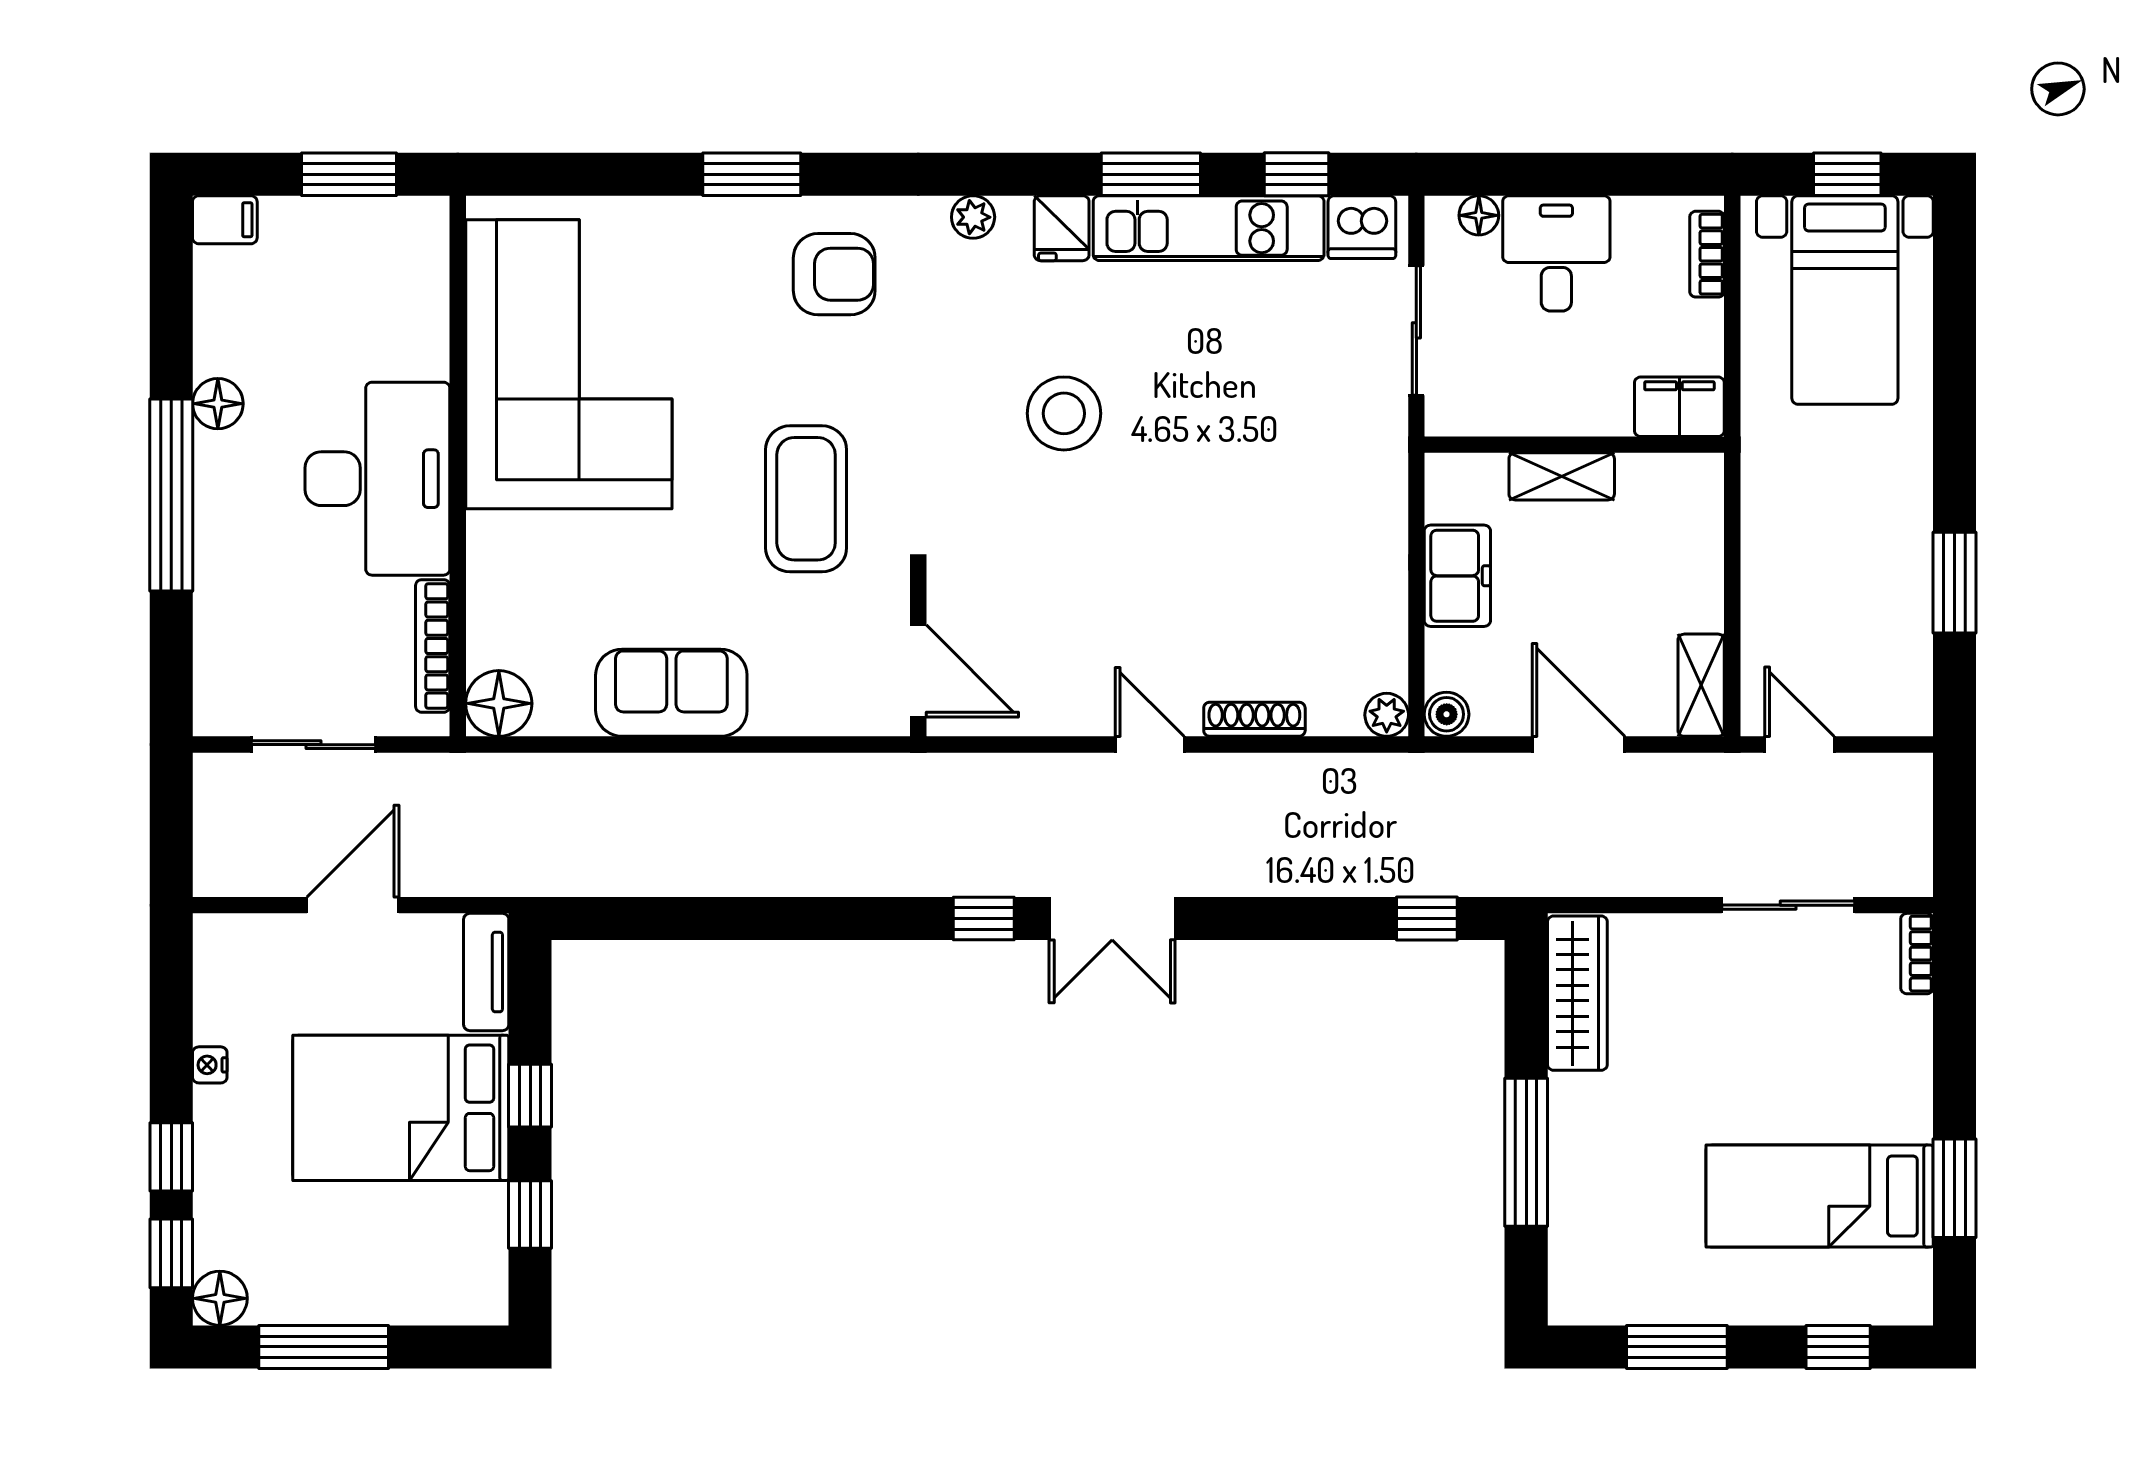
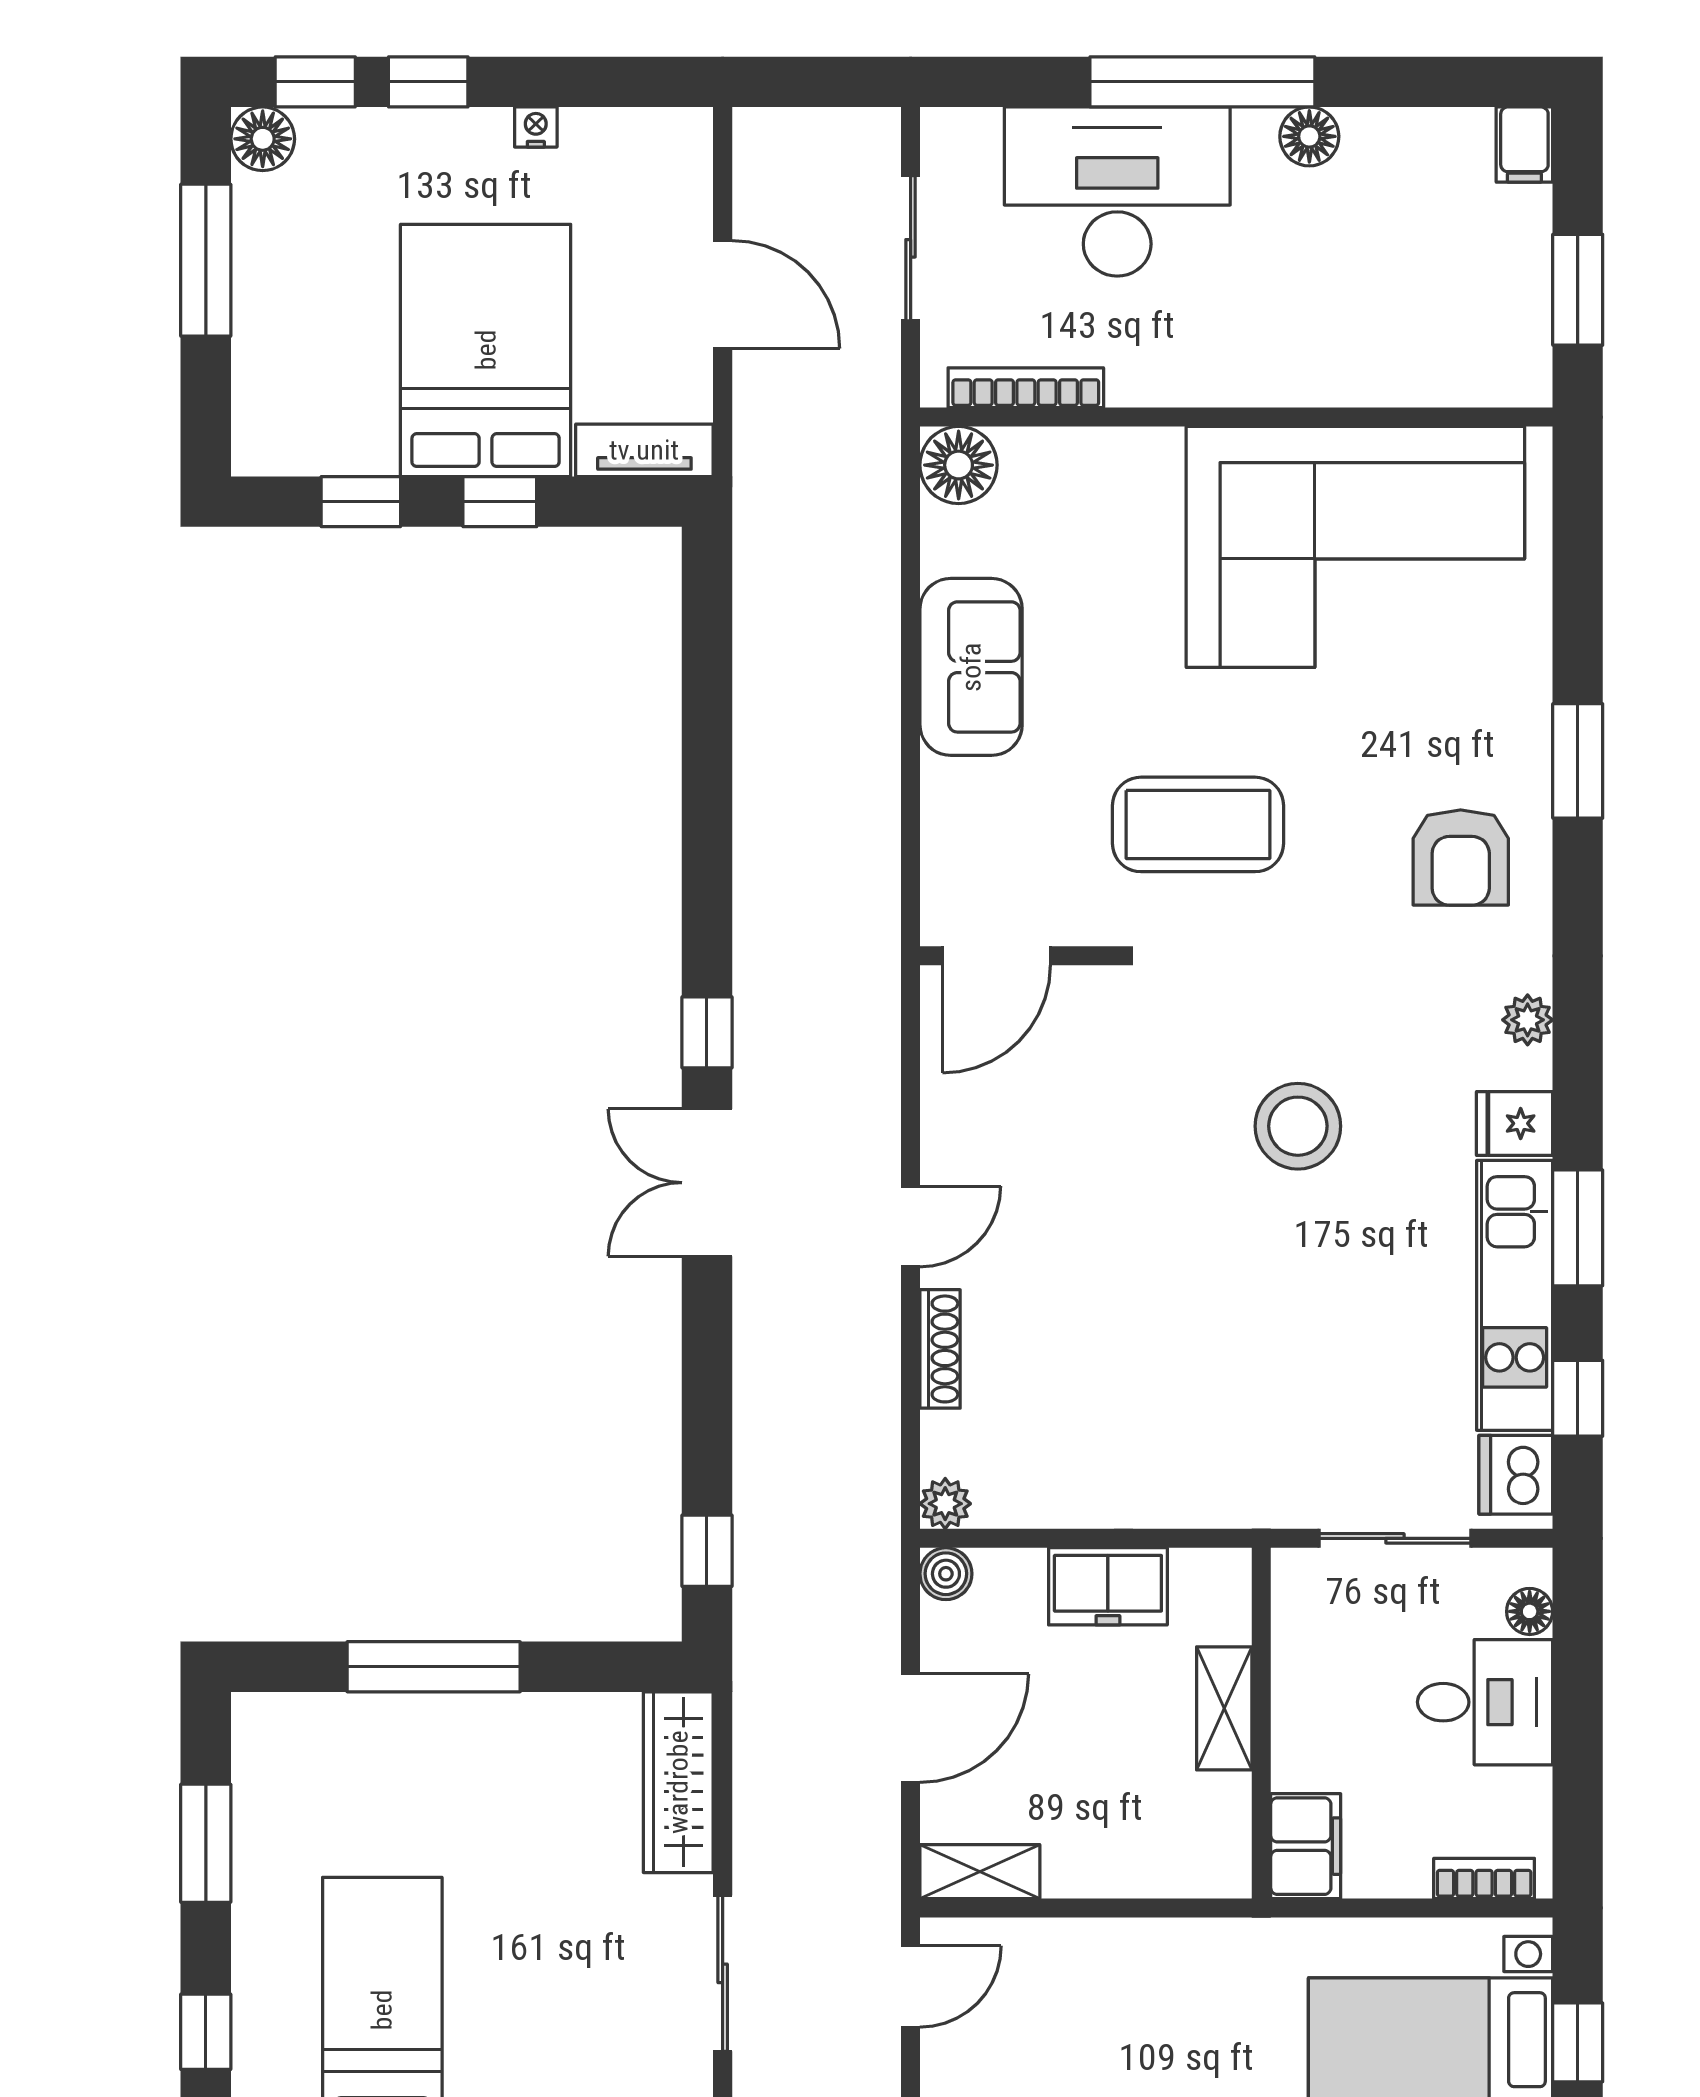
desk: (377, 479) -> (1117, 192), moved, turned 180
wardrobe: (1577, 993) -> (678, 1782), moved, turned 90

